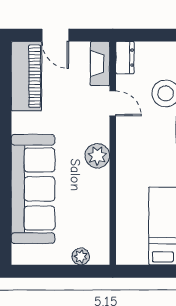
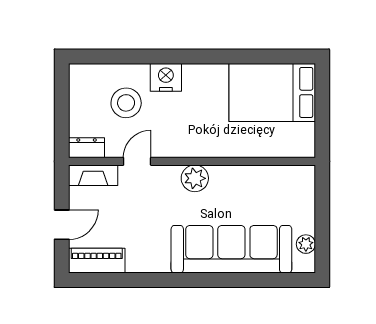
piano: (26, 76) -> (97, 261), width x0.73, depth x0.75
plant: (81, 256) -> (306, 244), moved

